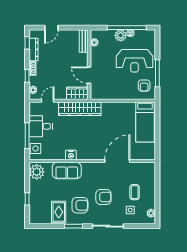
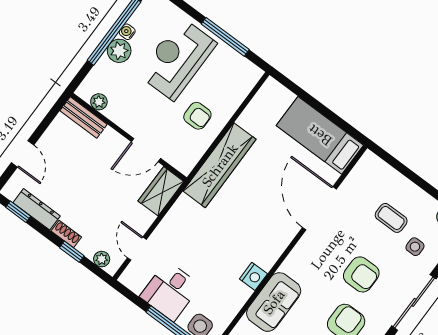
reception desk: (134, 61) -> (177, 59), turned 180
armchair: (144, 86) -> (197, 116), moved
wardrobe: (80, 109) -> (220, 165), moved
bed: (145, 122) -> (320, 135), moved, turned 180
armchair: (103, 197) -> (361, 274), turned 90

